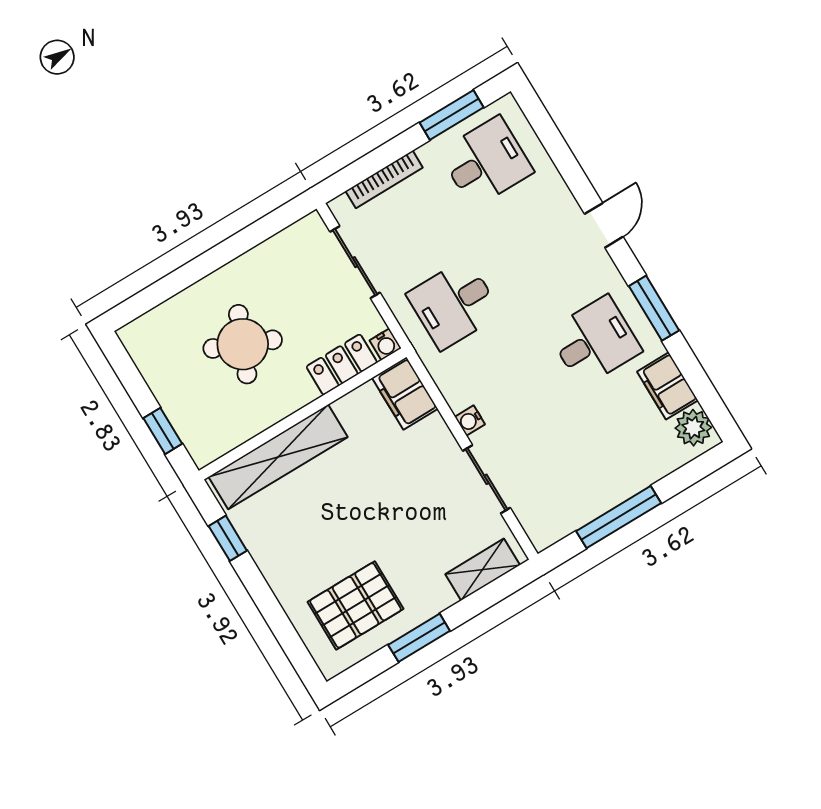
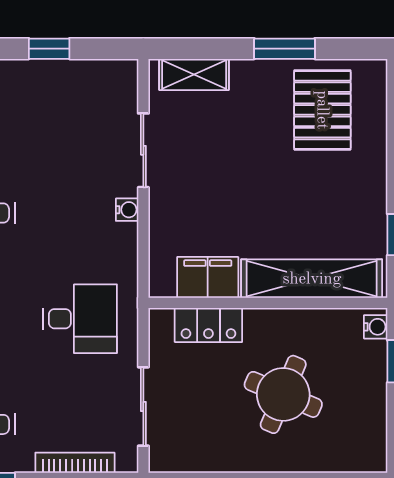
water cooler: (385, 344) -> (376, 327), moved, turned 90
filing cabinet: (405, 393) -> (208, 277), moved, turned -90
window: (619, 517) -> (49, 49), width x0.46
pallet: (356, 605) -> (322, 110), turned 90

